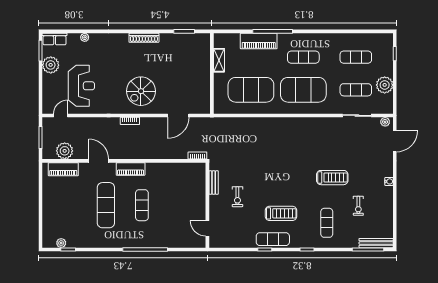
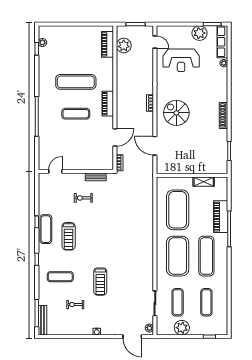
row of seats: (55, 39) -> (222, 42), width x1.48
exercise mat: (303, 57) -> (206, 256), width x1.36, depth x1.45
door: (99, 161) -> (115, 137), moved

